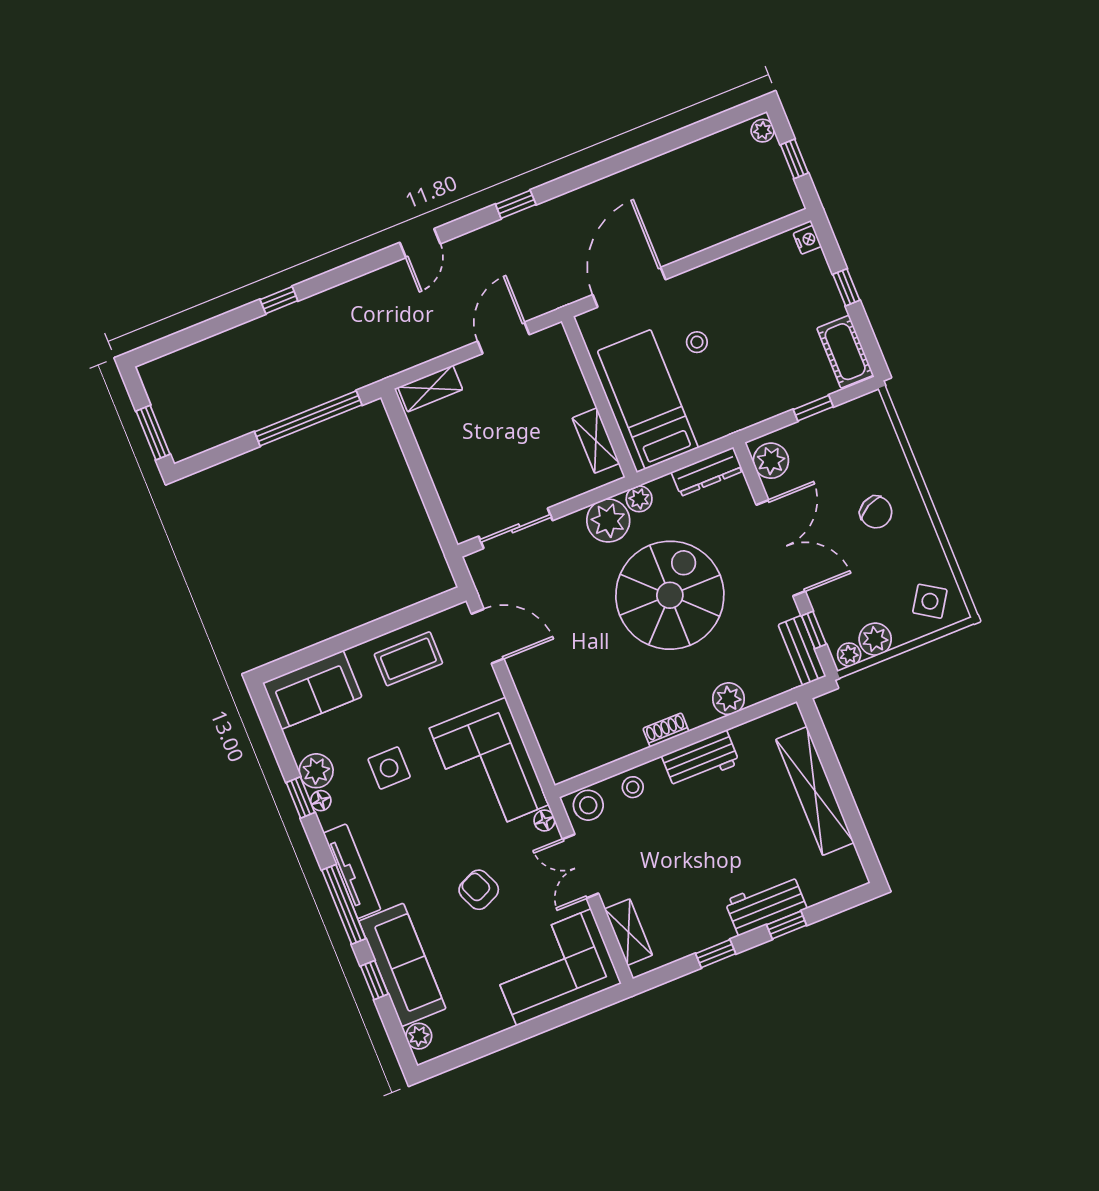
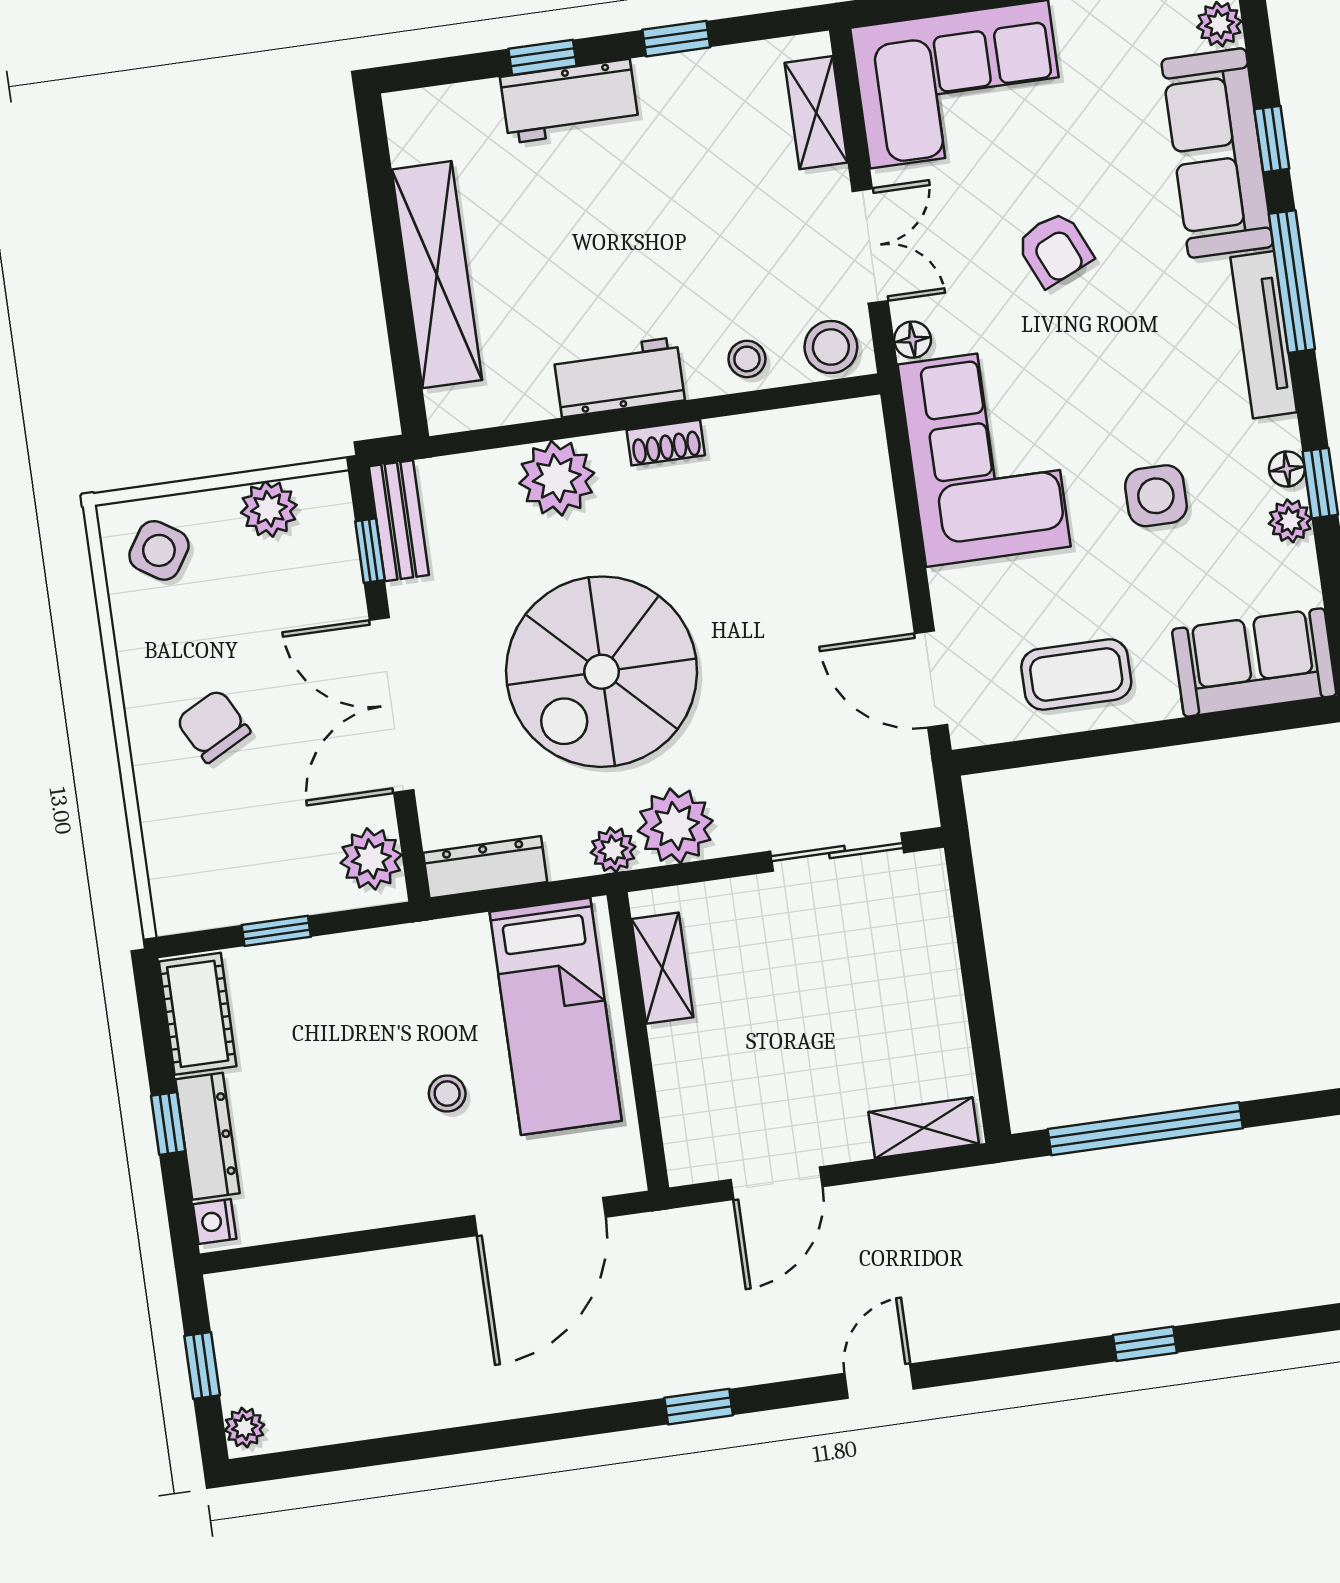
dresser: (823, 286) -> (207, 1136), added
plant: (849, 655) -> (320, 494), removed
plant: (729, 699) -> (557, 478), width x1.36, depth x1.36
plant: (316, 771) -> (1290, 521), width x0.73, depth x0.73

